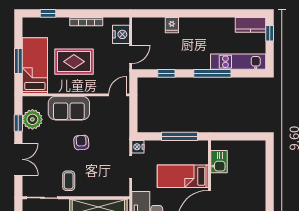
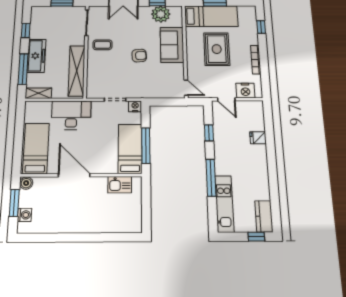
bed: (183, 176) -> (130, 149), moved

